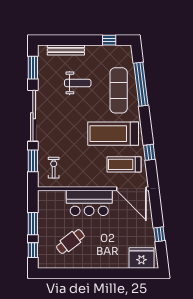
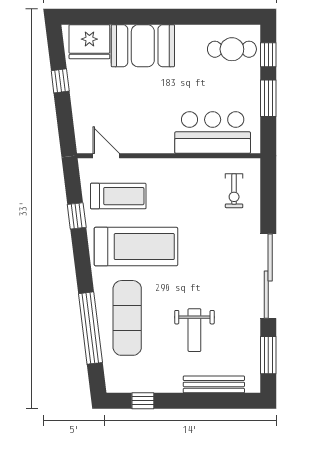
weight bench: (78, 83) -> (194, 330), turned -90
window: (33, 161) -> (268, 202), removed
door: (131, 189) -> (106, 156), width x0.53
bar counter: (89, 203) -> (213, 132), moved
cafe table: (70, 241) -> (232, 49), moved, turned 38
booth: (109, 256) -> (143, 46), added

